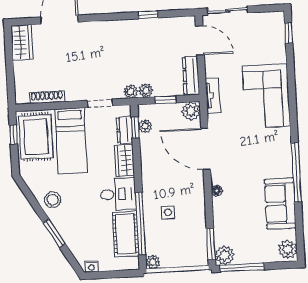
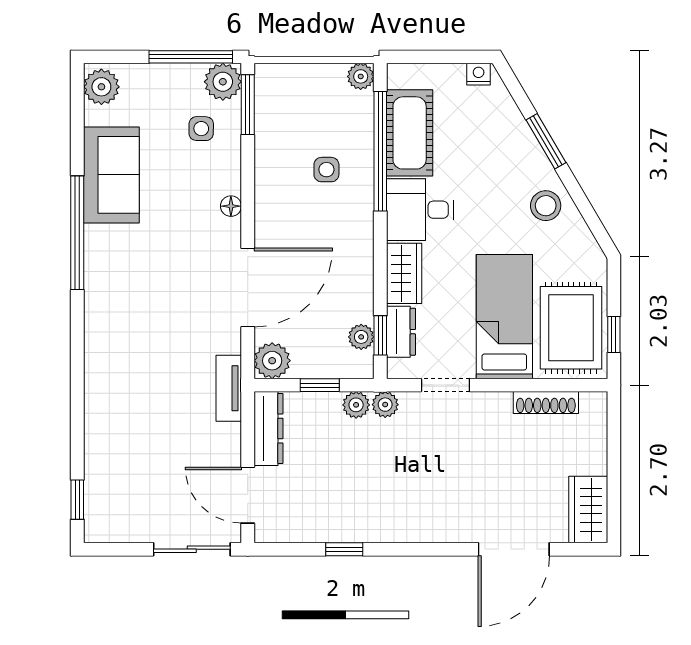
corner sofa: (266, 96) -> (126, 382), removed
door: (206, 149) -> (248, 287), hinge flipped
side table: (234, 230) -> (201, 129), added

